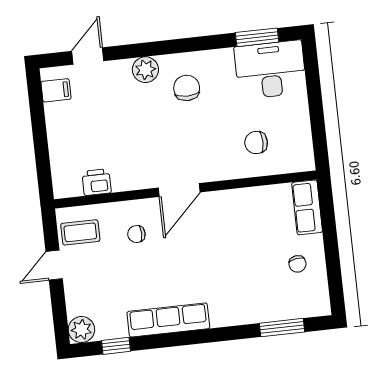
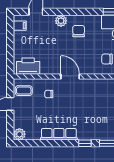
printer: (97, 182) -> (28, 66), width x1.87, depth x1.48
door: (179, 190) -> (70, 76), swing flipped
window: (116, 346) -> (85, 143), moved

